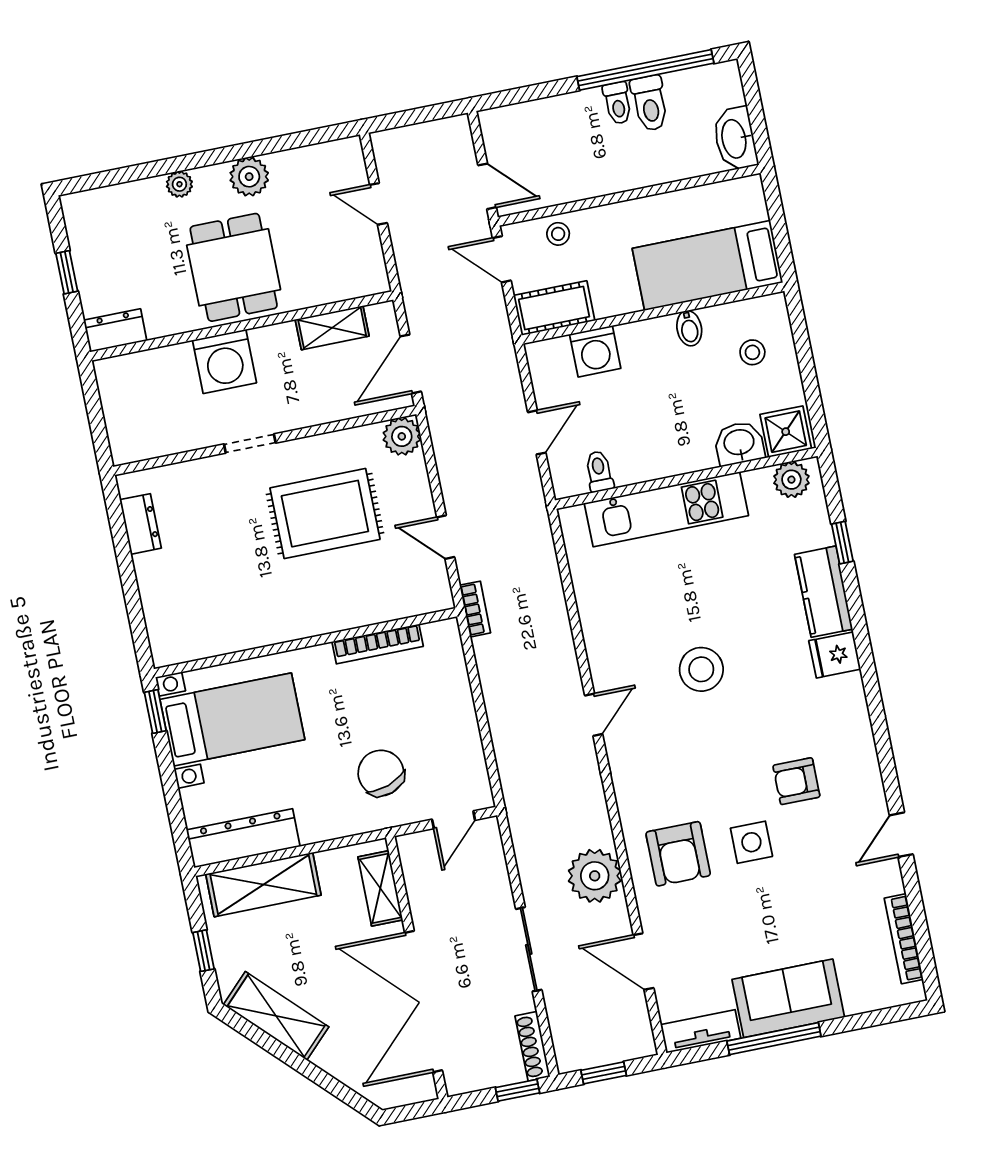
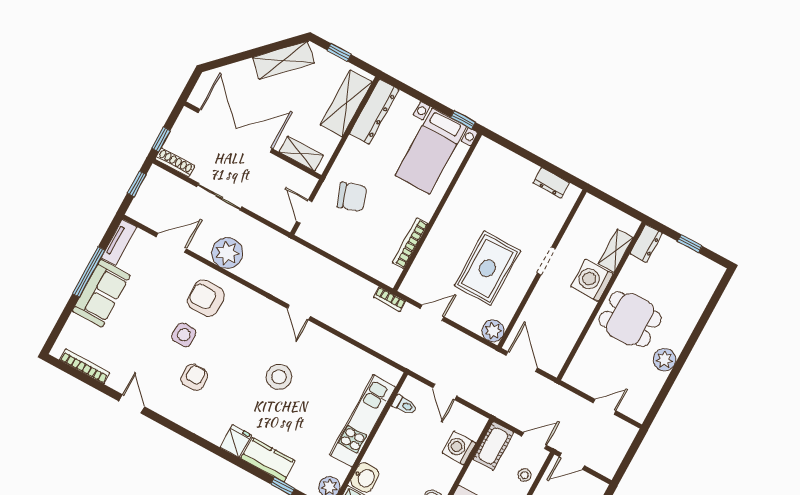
plant: (179, 184) -> (687, 326), removed
shelving: (332, 328) -> (616, 251), moved

